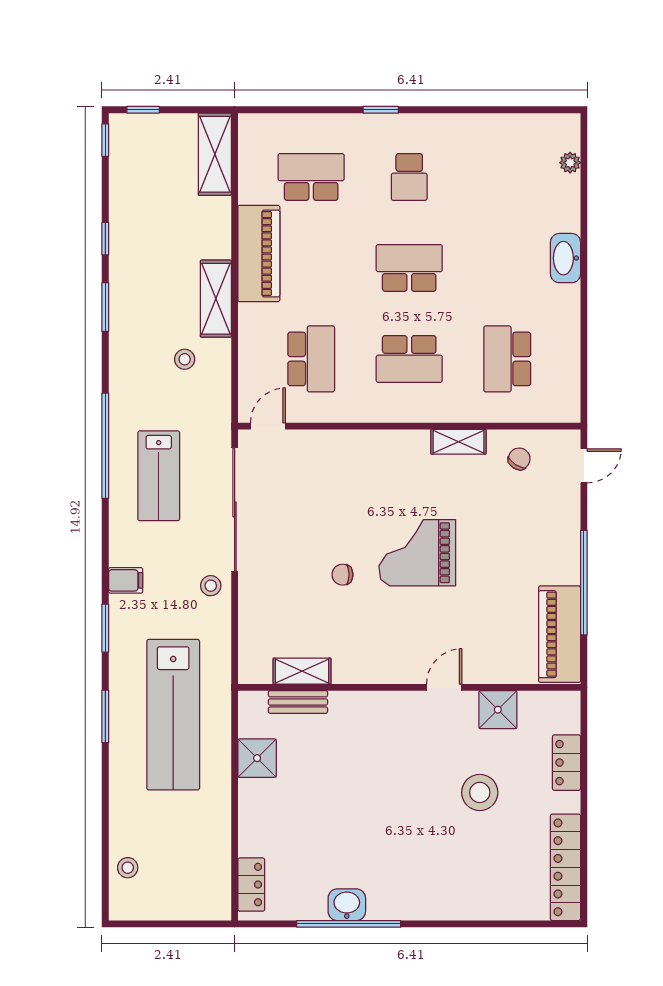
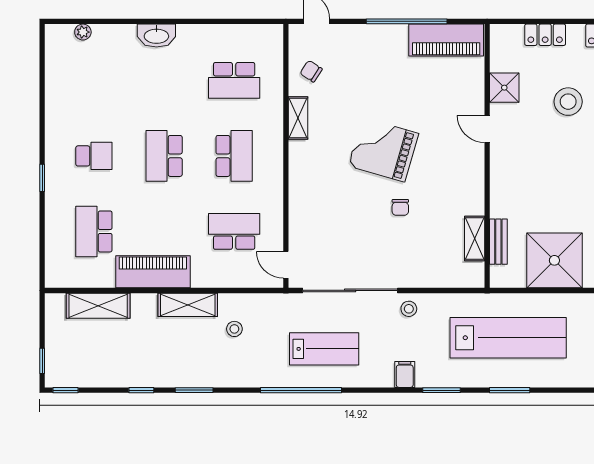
shelving: (215, 154) -> (98, 306), moved
grand piano: (417, 553) -> (383, 150), turned 106
shower: (257, 758) -> (554, 260), width x1.86, depth x1.86

